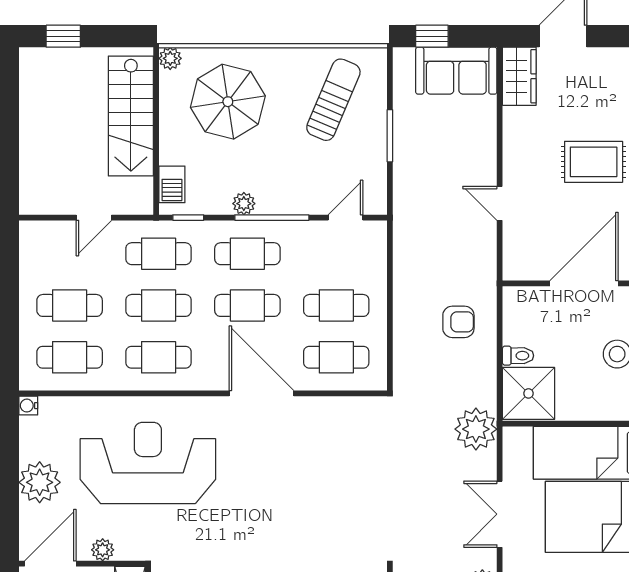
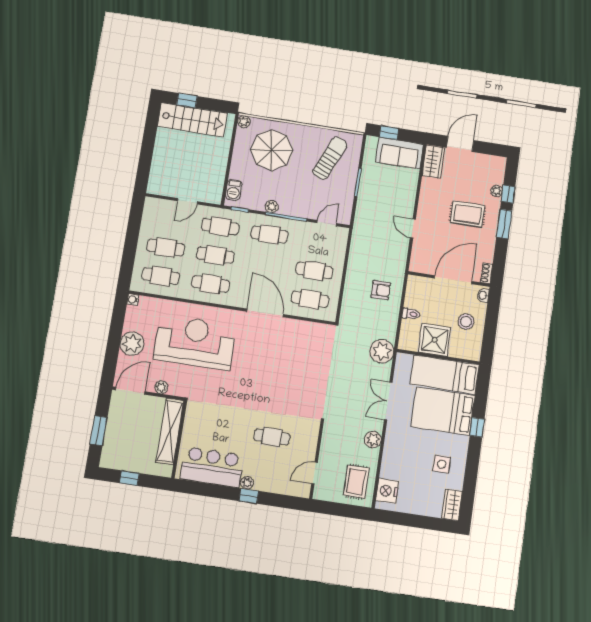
stairs: (131, 116) -> (192, 120), moved, turned -90
cafe table: (247, 305) -> (265, 263), removed
shower: (528, 393) -> (435, 340), moved

